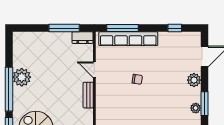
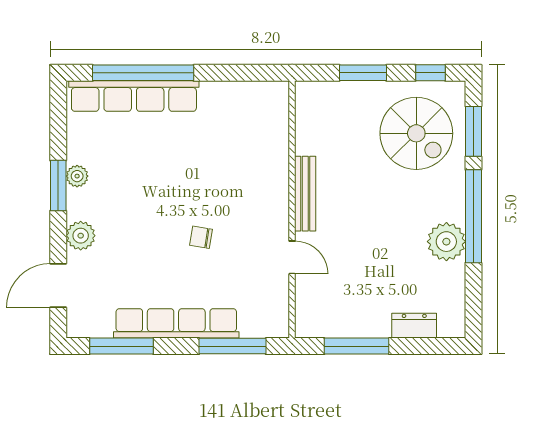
window: (175, 28) -> (121, 346), width x2.17
dresser: (83, 38) -> (414, 326), moved
row of seats: (128, 39) -> (176, 323), moved
bench: (88, 95) -> (305, 194), width x1.36

